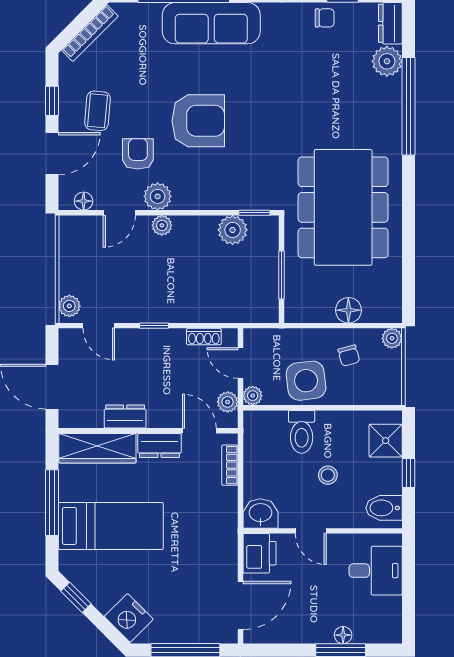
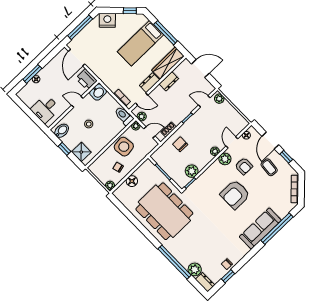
chair: (208, 293) -> (180, 144), added
toilet: (302, 432) -> (124, 116), moved

